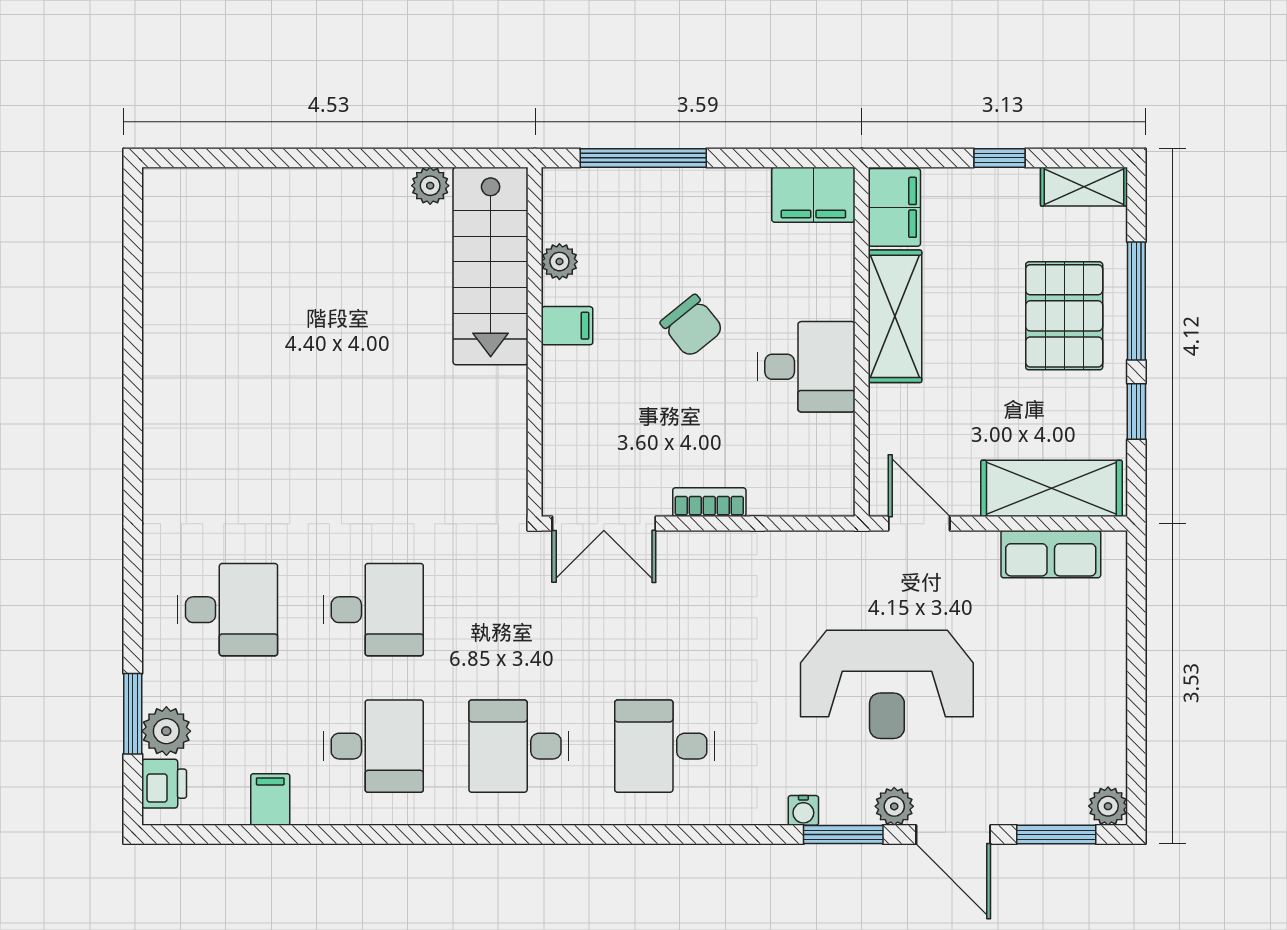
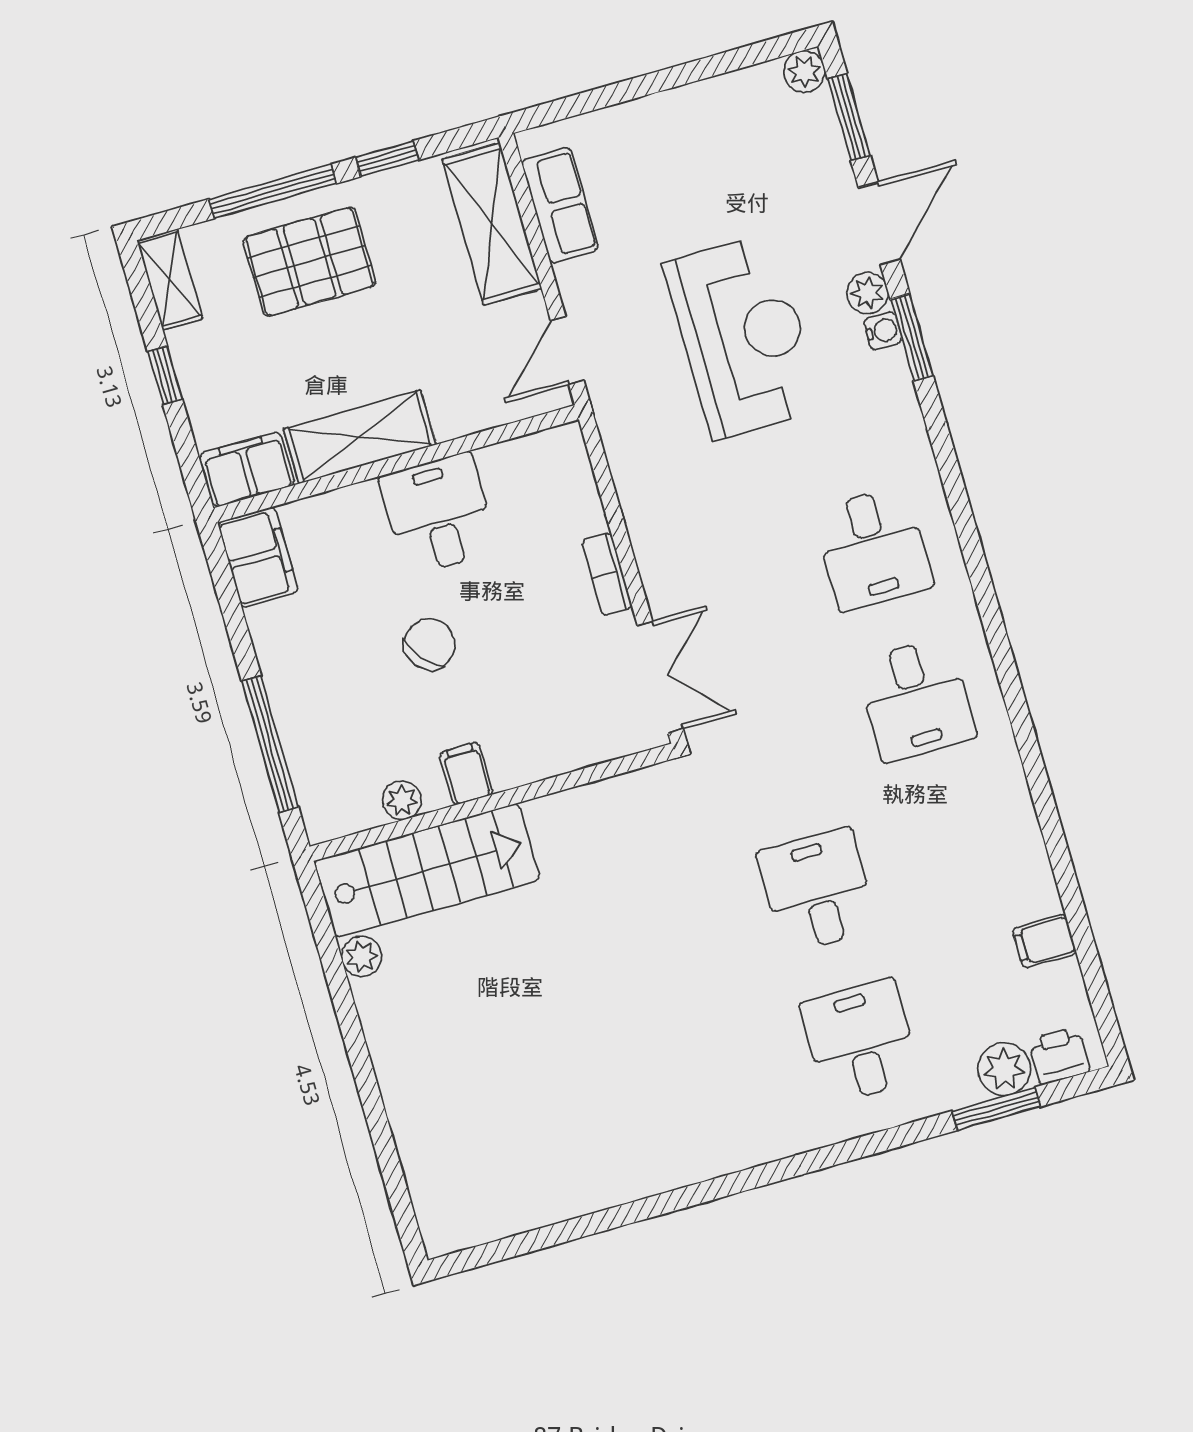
desk: (373, 746) -> (959, 850), removed
water cooler: (803, 810) -> (883, 331), moved

